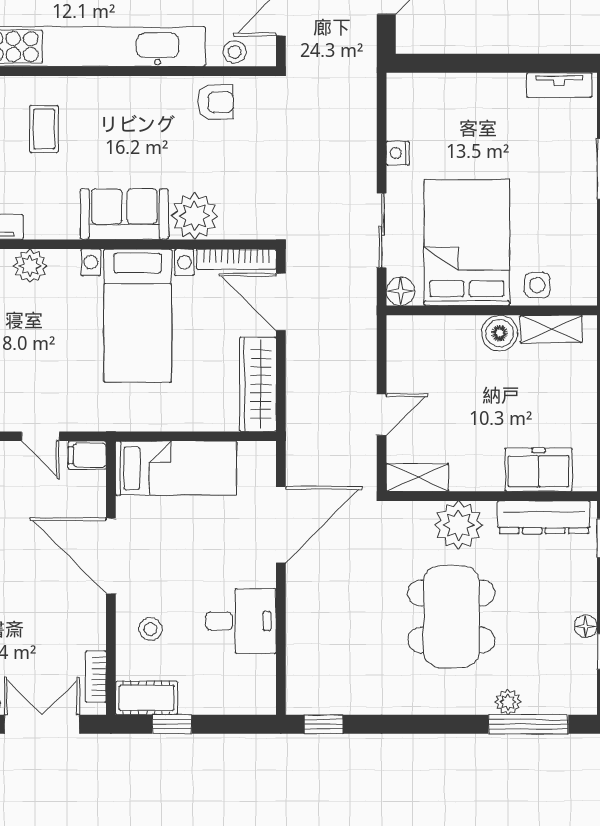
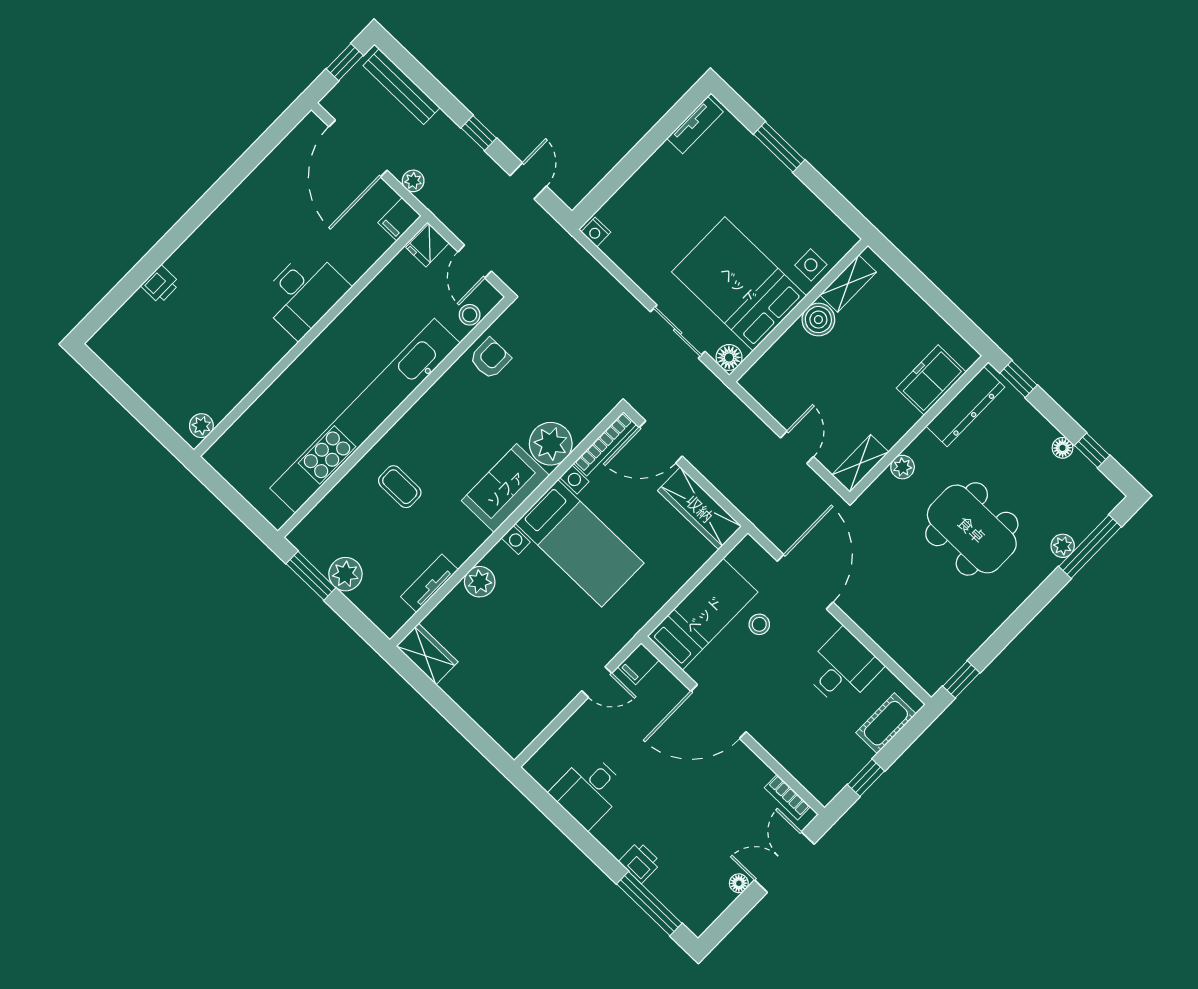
nightstand: (398, 153) -> (596, 232), moved
plant: (459, 525) -> (903, 467), width x0.53, depth x0.53
stool: (151, 629) -> (759, 624), moved
cot: (147, 698) -> (886, 723), moved

